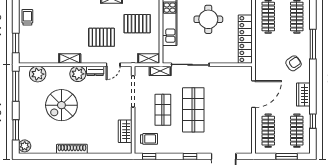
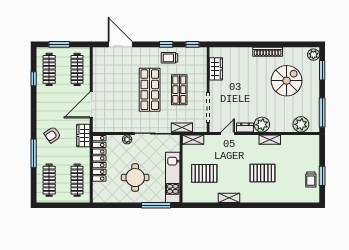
pallet: (102, 37) -> (262, 173), moved
window: (16, 43) -> (322, 176), moved
plant: (217, 59) -> (127, 139), added
wardrobe: (303, 95) -> (83, 135), moved, turned 180
spiral stairs: (61, 105) -> (287, 81), moved
trolley: (149, 139) -> (170, 58), moved
window: (190, 156) -> (166, 44), moved

